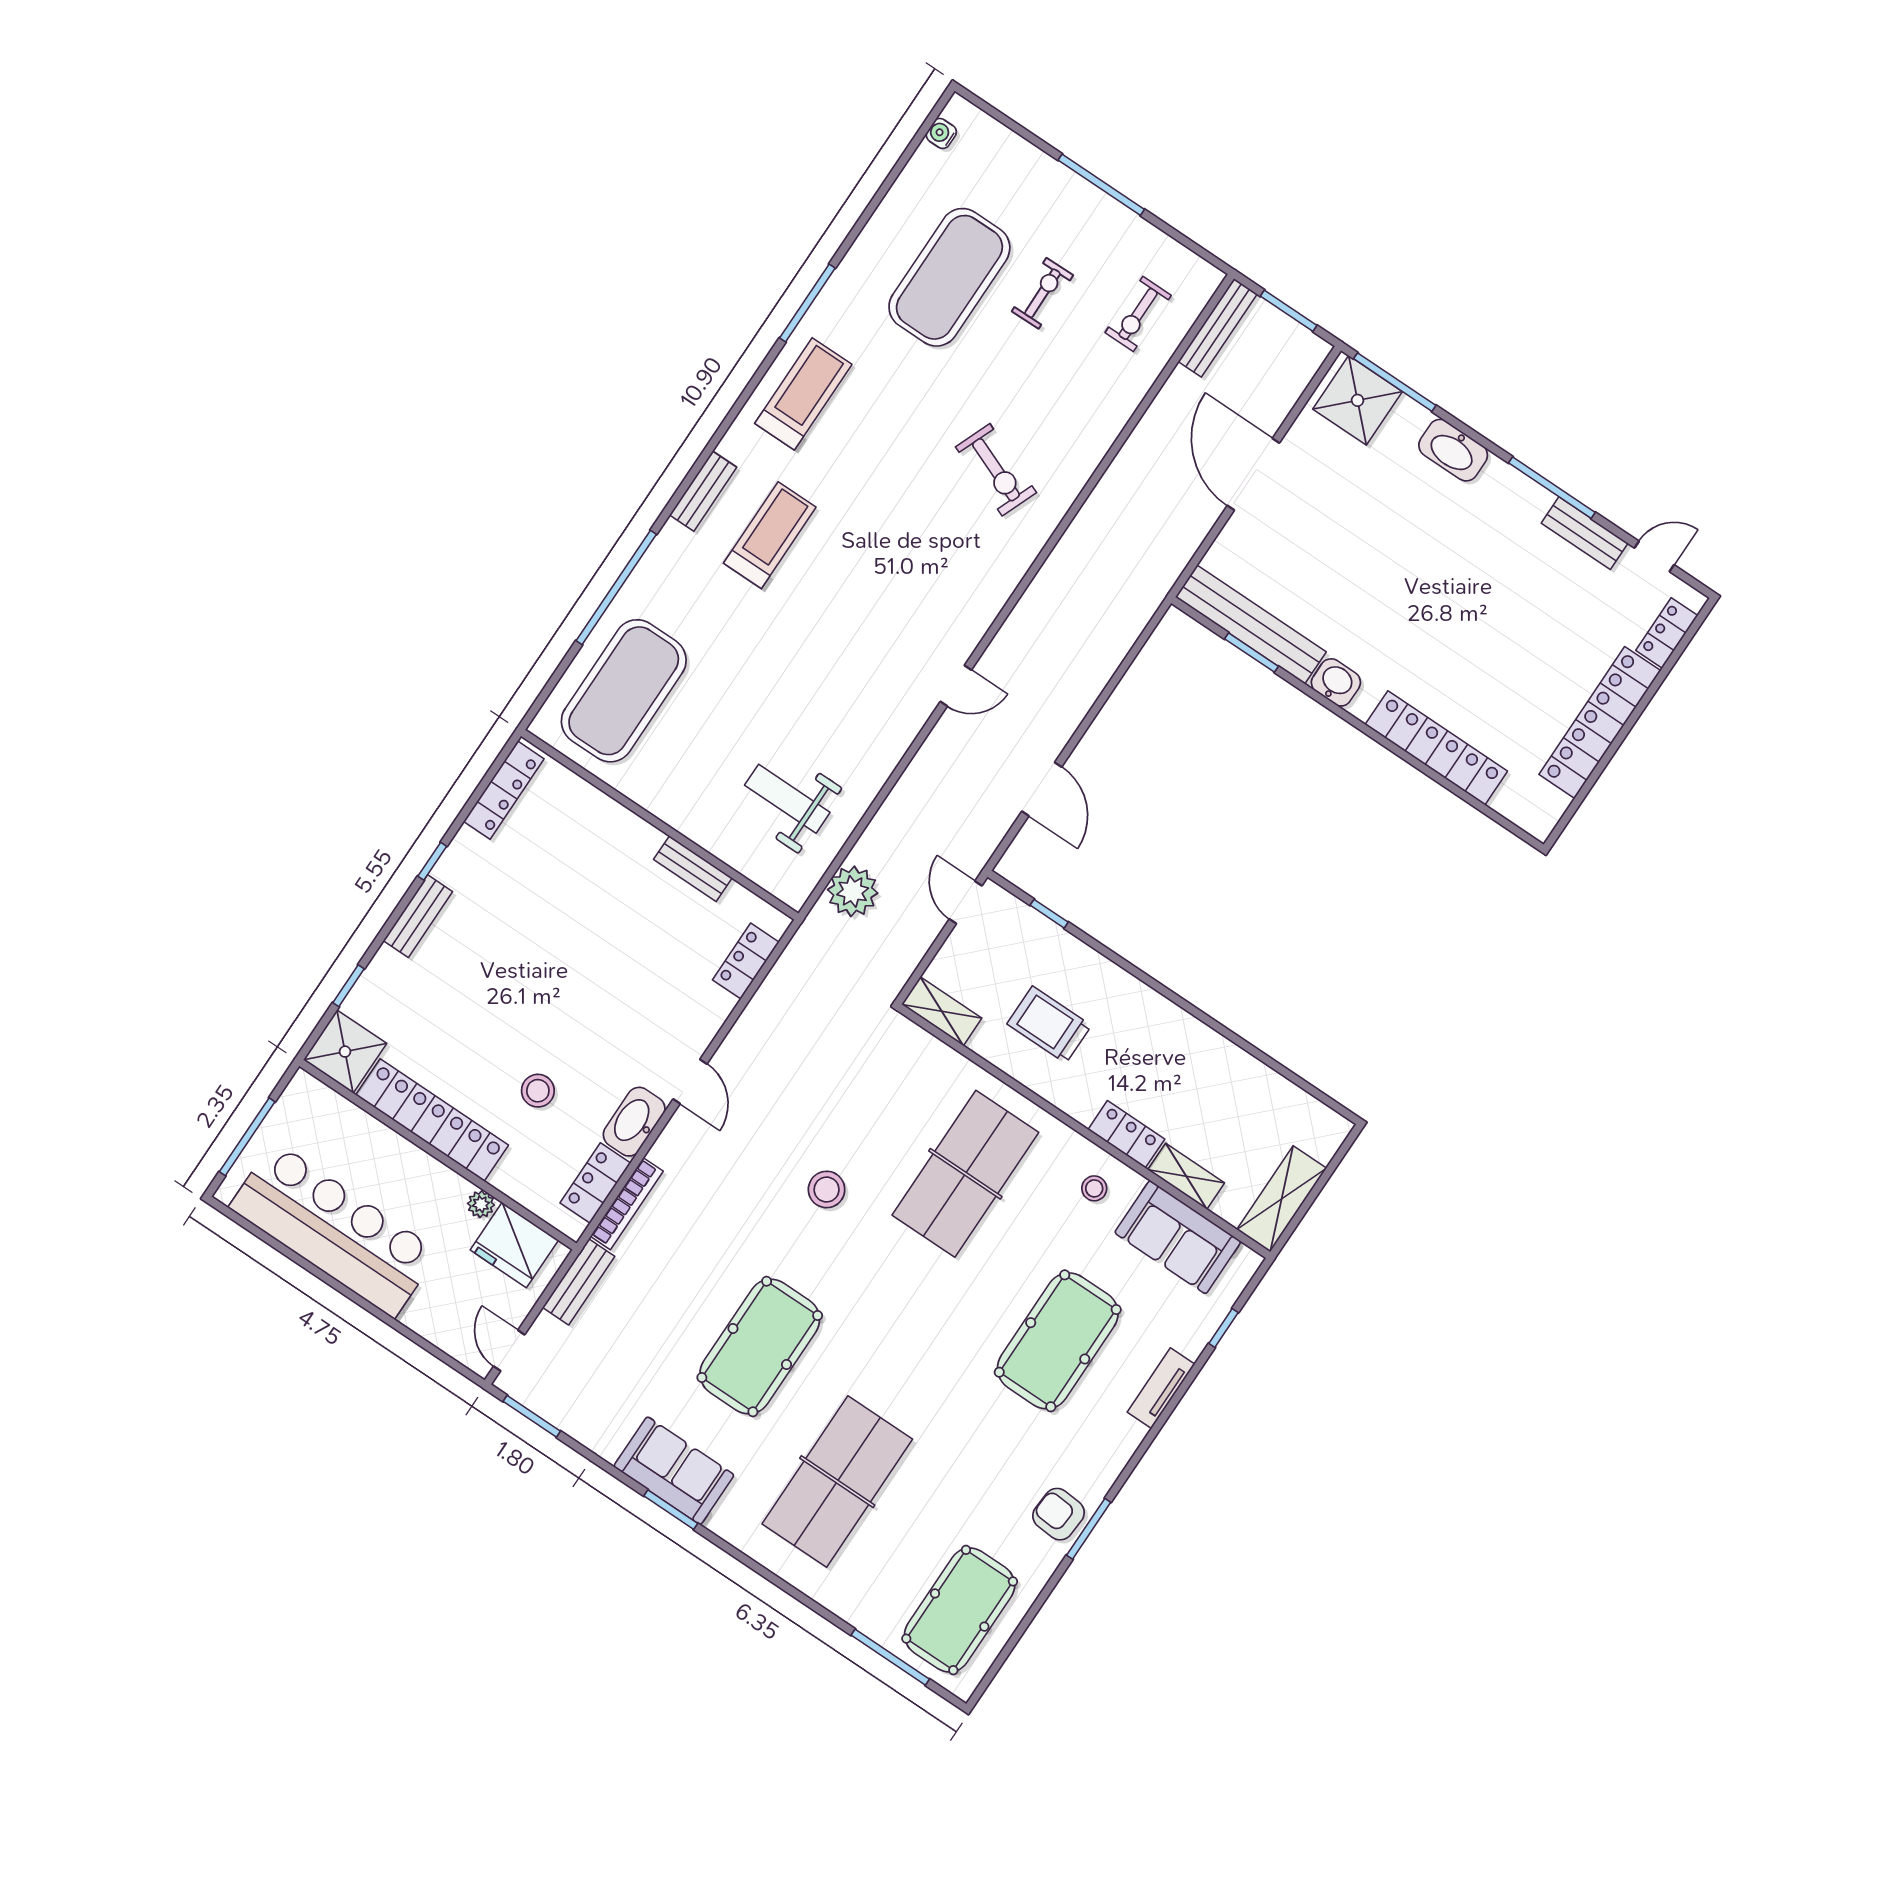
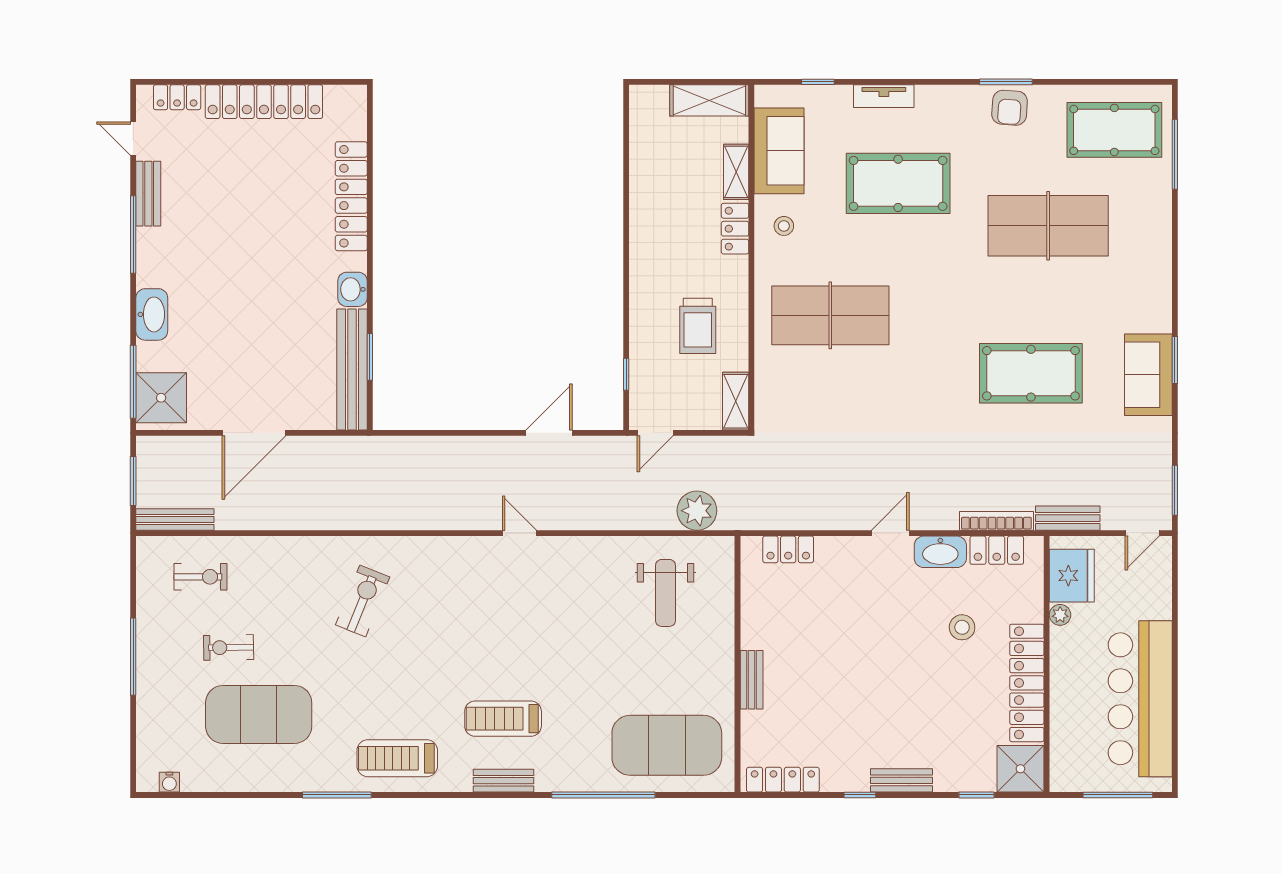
bench: (693, 869) -> (752, 680), moved
stool: (827, 1189) -> (901, 398), removed
table tennis table: (837, 1482) -> (1048, 226), moved

